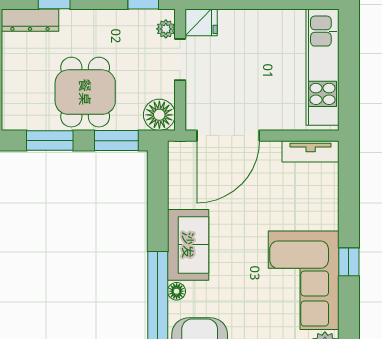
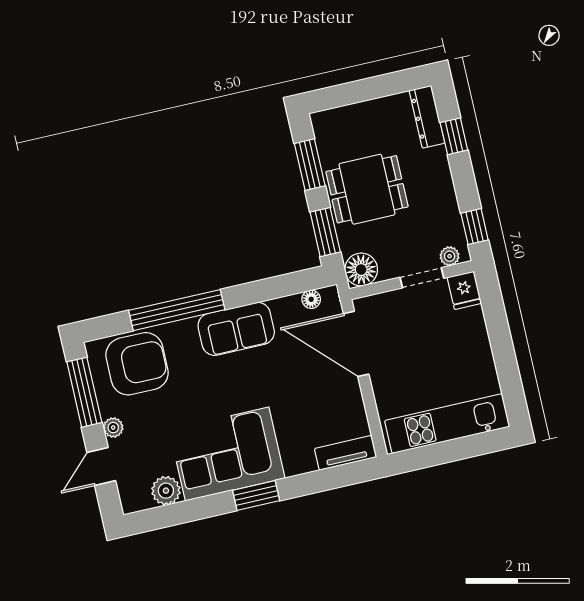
tv unit: (311, 151) -> (346, 453), moved, turned 90
window: (349, 262) -> (256, 495), width x1.50
floor lamp: (177, 291) -> (311, 299), moved

